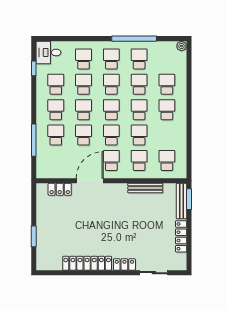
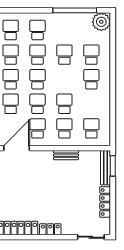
window: (134, 39) -> (75, 10), moved
plant: (181, 46) -> (101, 22), width x1.87, depth x1.87
school desk: (139, 59) -> (64, 30), removed
school desk: (139, 110) -> (64, 79), removed
bench: (145, 188) -> (66, 155), width x0.73
sliding door: (154, 273) -> (91, 237), moved

